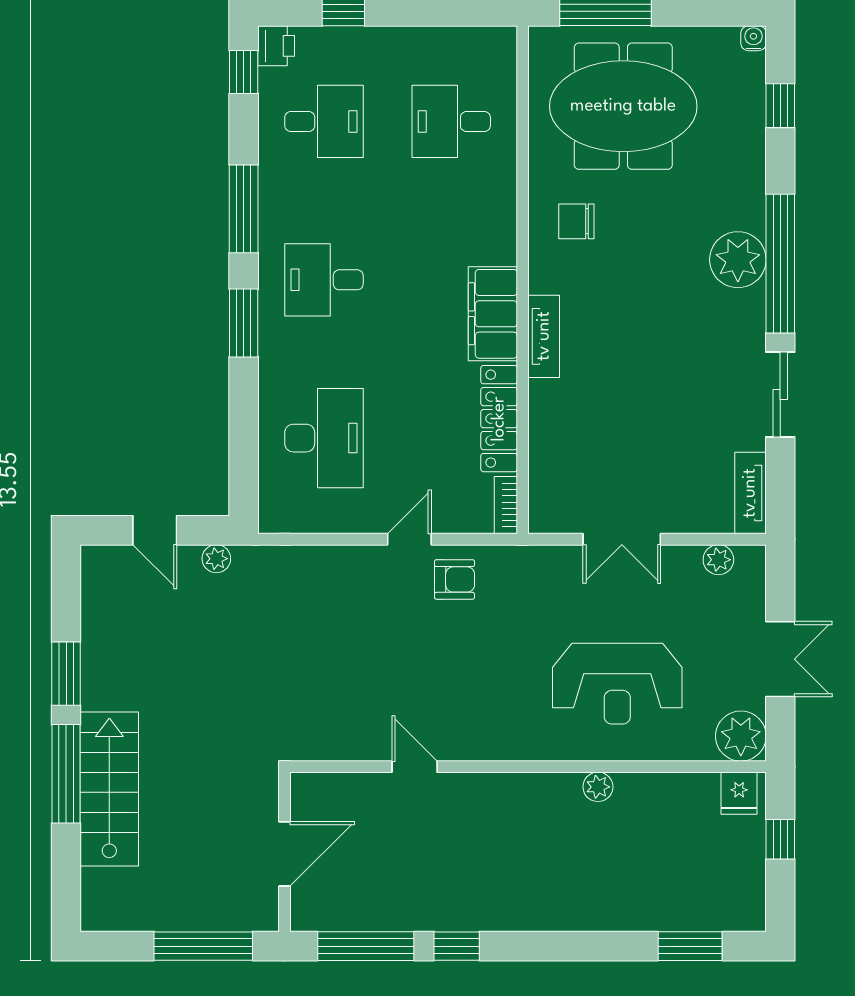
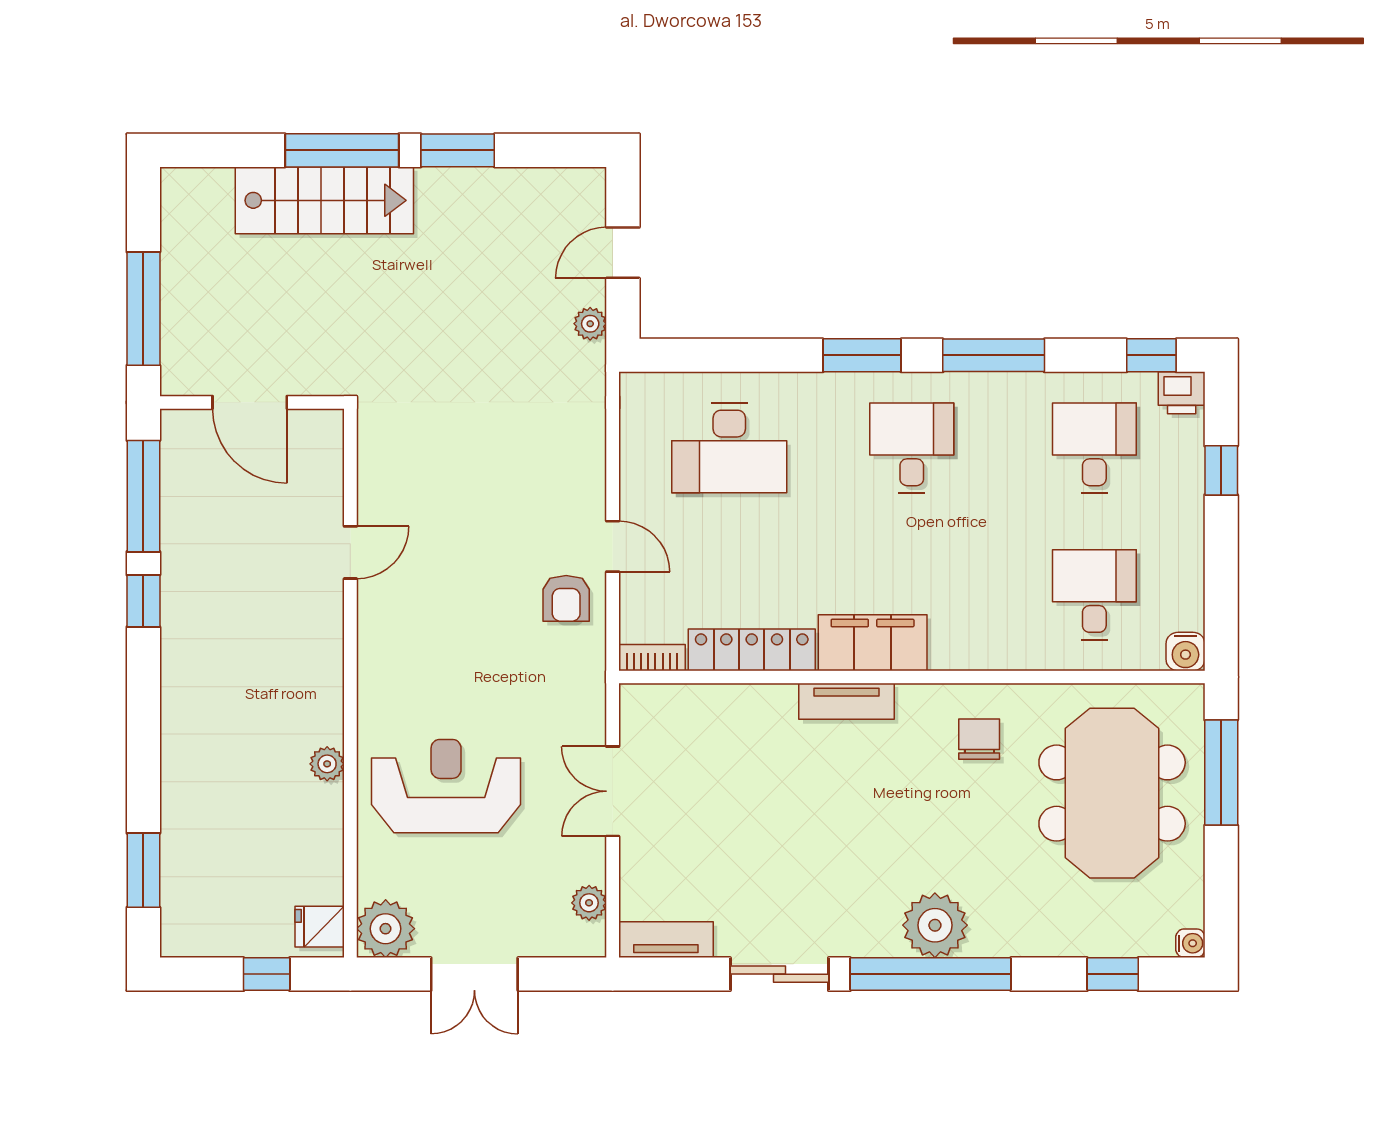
water cooler: (501, 42) -> (1185, 652), added
desk: (324, 121) -> (1094, 448), turned 180
reception desk: (617, 684) -> (446, 786), turned 90

